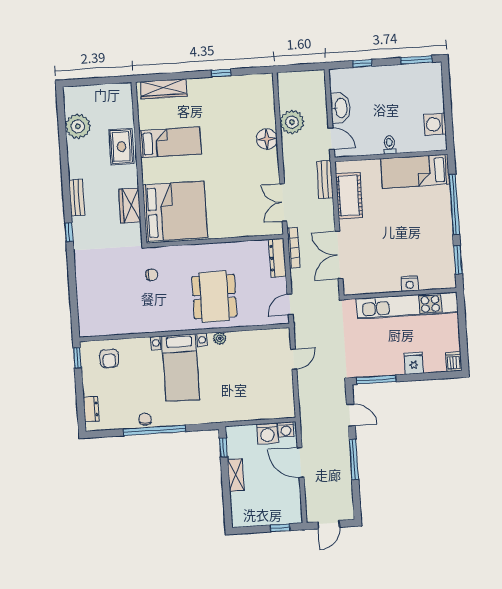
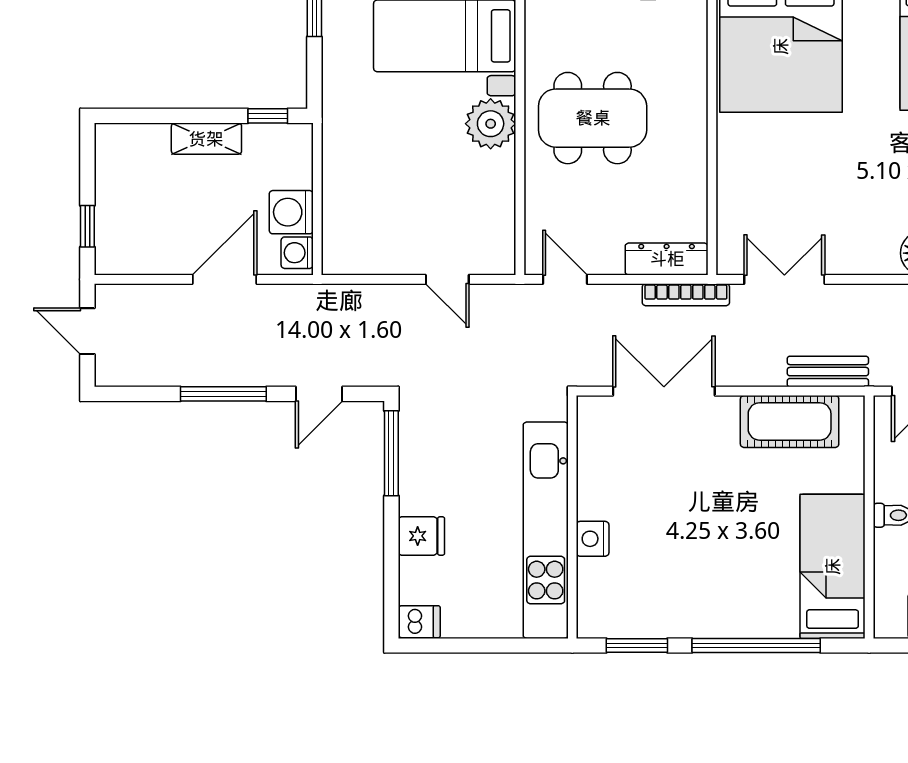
plant: (220, 338) -> (491, 124), width x1.87, depth x1.87

